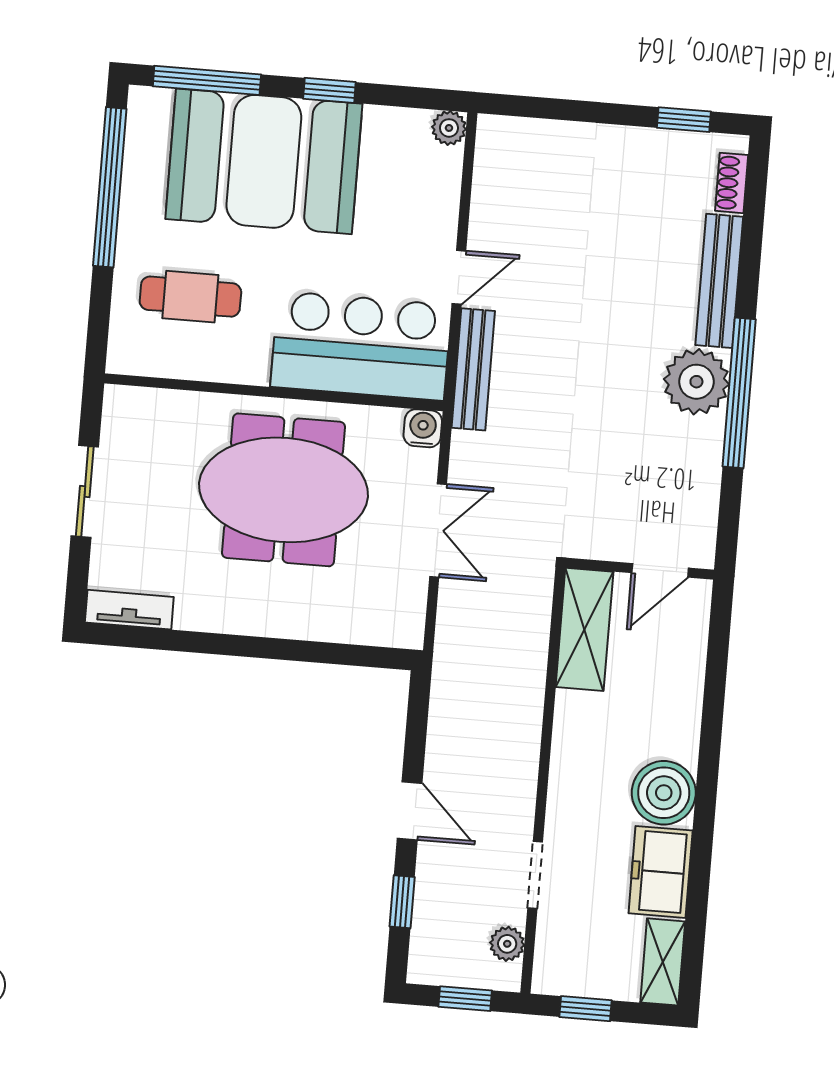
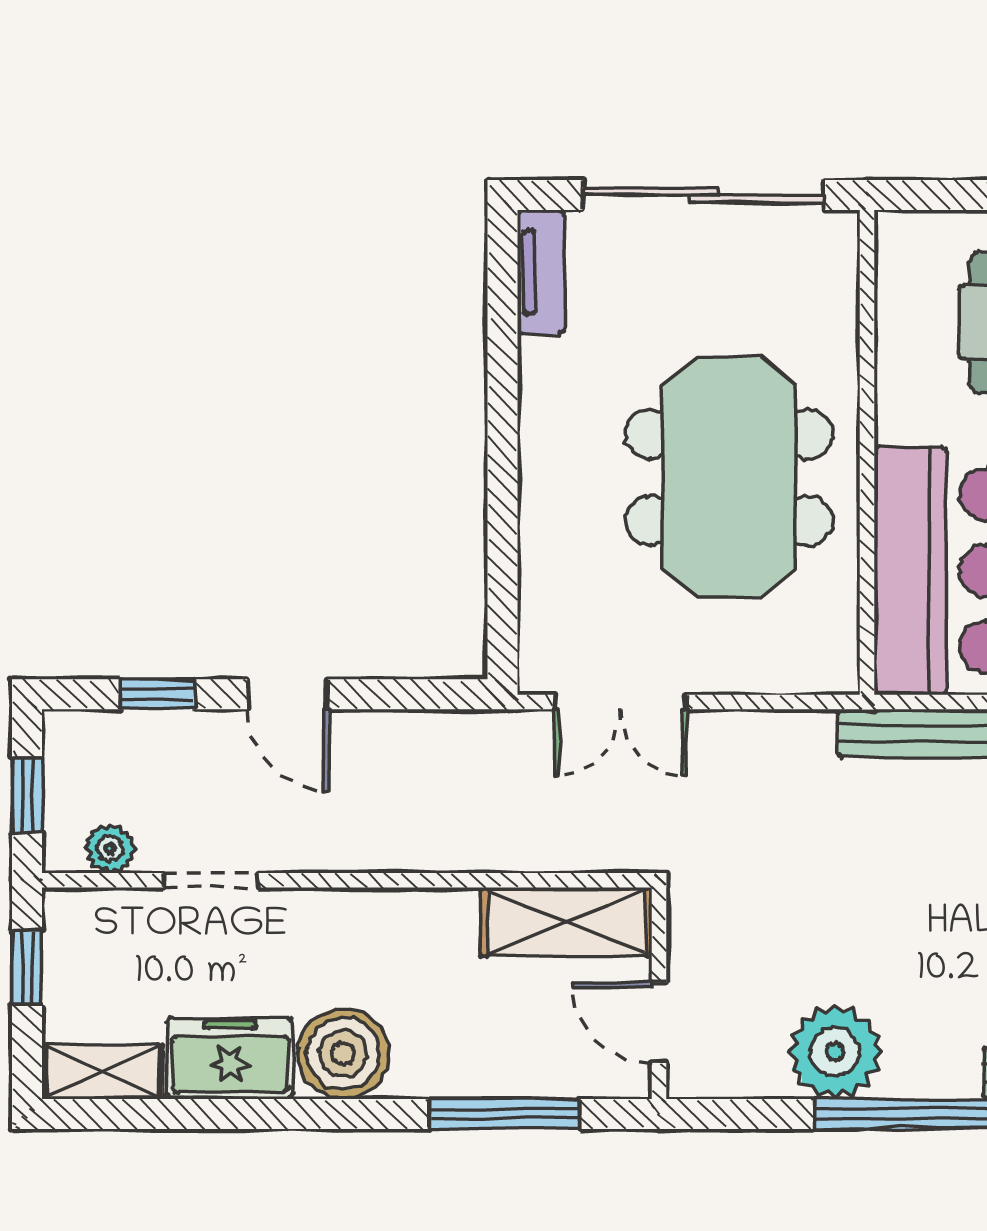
plant: (696, 382) -> (835, 1052), moved
water cooler: (423, 428) -> (833, 668), removed
sliding door: (85, 491) -> (704, 195), width x1.86
double door: (438, 530) -> (620, 702), moved
window: (715, 683) -> (505, 1114), added
door: (410, 811) -> (288, 694), hinge flipped

